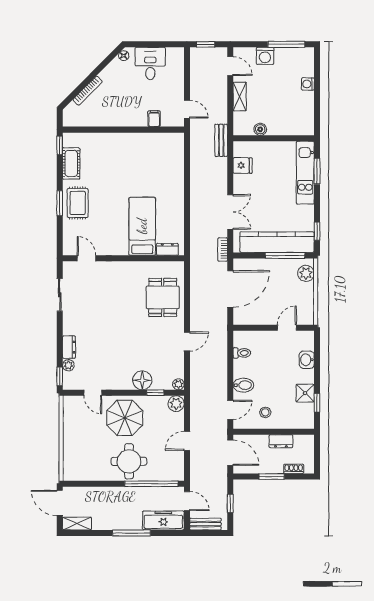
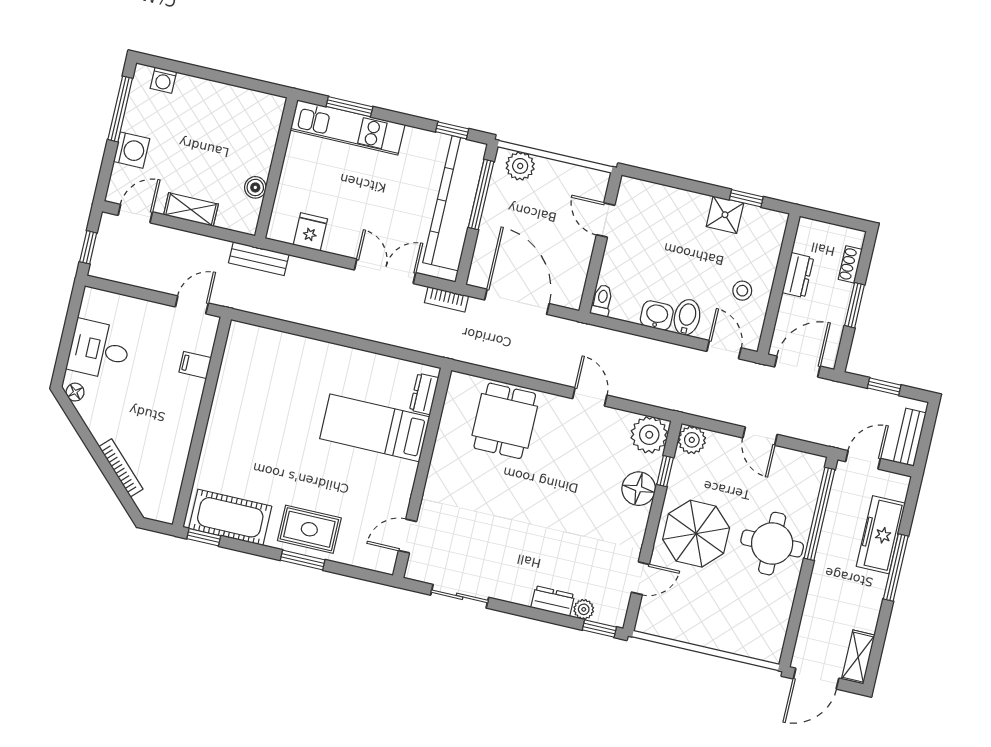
washing machine: (308, 84) -> (163, 80), moved
cot: (71, 163) -> (230, 517), width x1.37, depth x1.34
dining table: (163, 297) -> (505, 421), turned 90
toilet: (242, 353) -> (602, 301), moved
washbasin: (307, 360) -> (657, 315), moved, turned 180
plant: (178, 384) -> (649, 435), width x1.88, depth x1.88
freezer: (163, 520) -> (881, 535), moved

